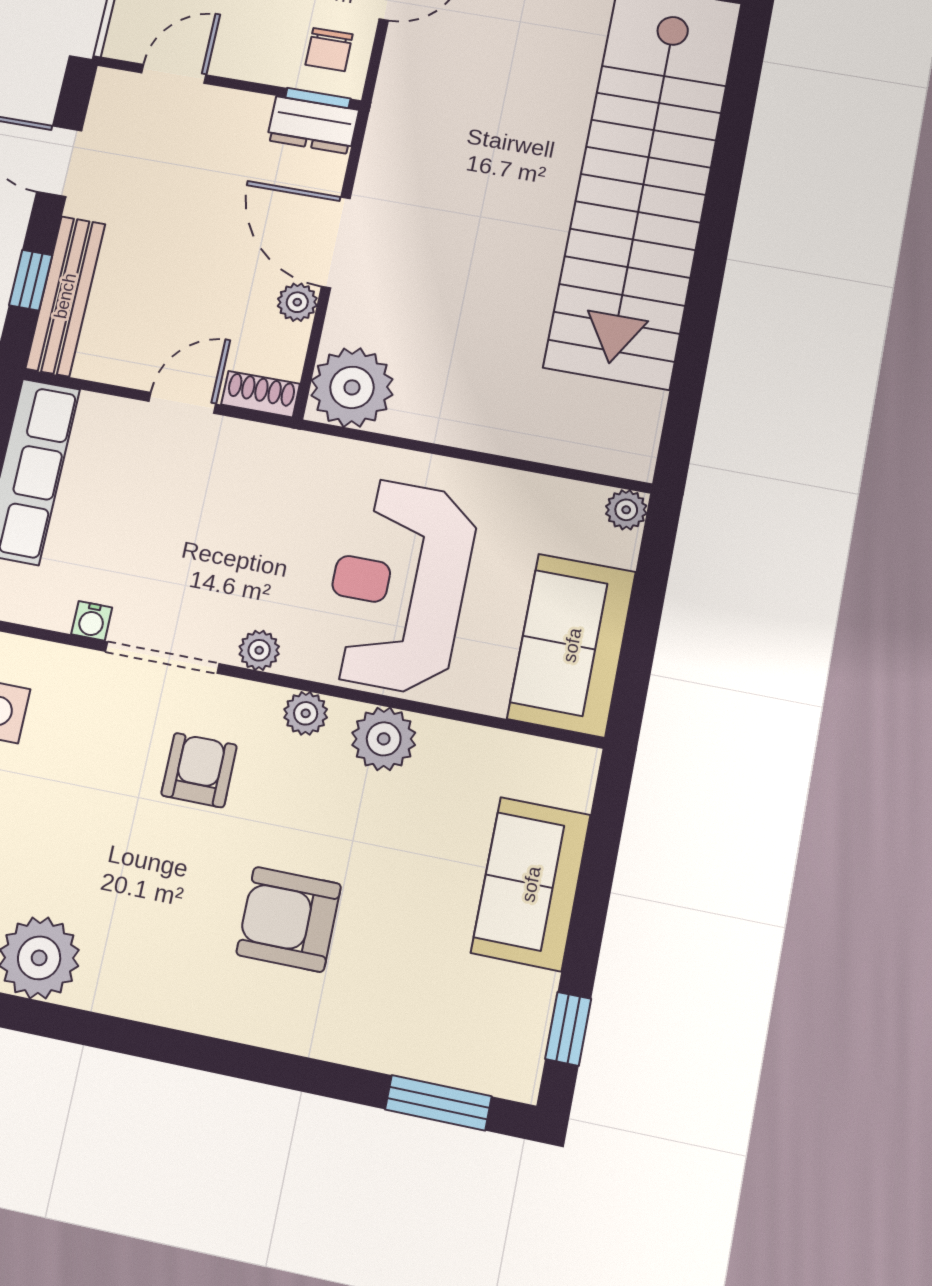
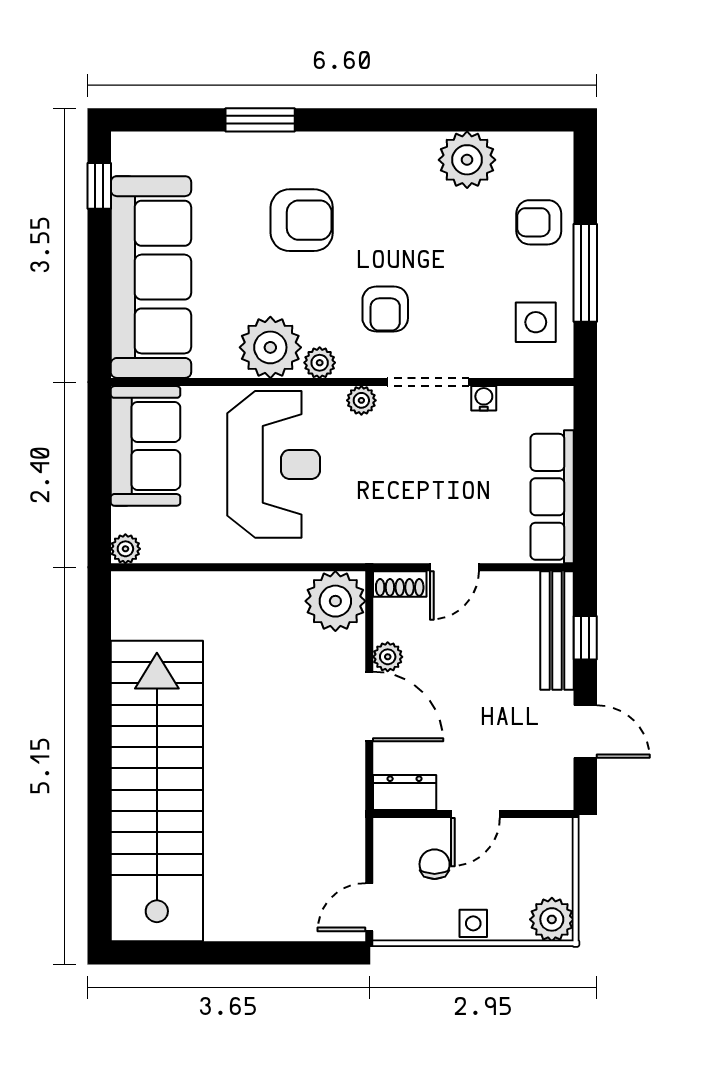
chair: (329, 49) -> (435, 864), moved
door: (174, 74) -> (475, 814), moved
window: (318, 98) -> (405, 814), removed
plant: (384, 739) -> (270, 347), width x1.36, depth x1.36
sofa: (531, 884) -> (151, 277), width x1.85, depth x1.27
window: (438, 1103) -> (260, 120), moved

